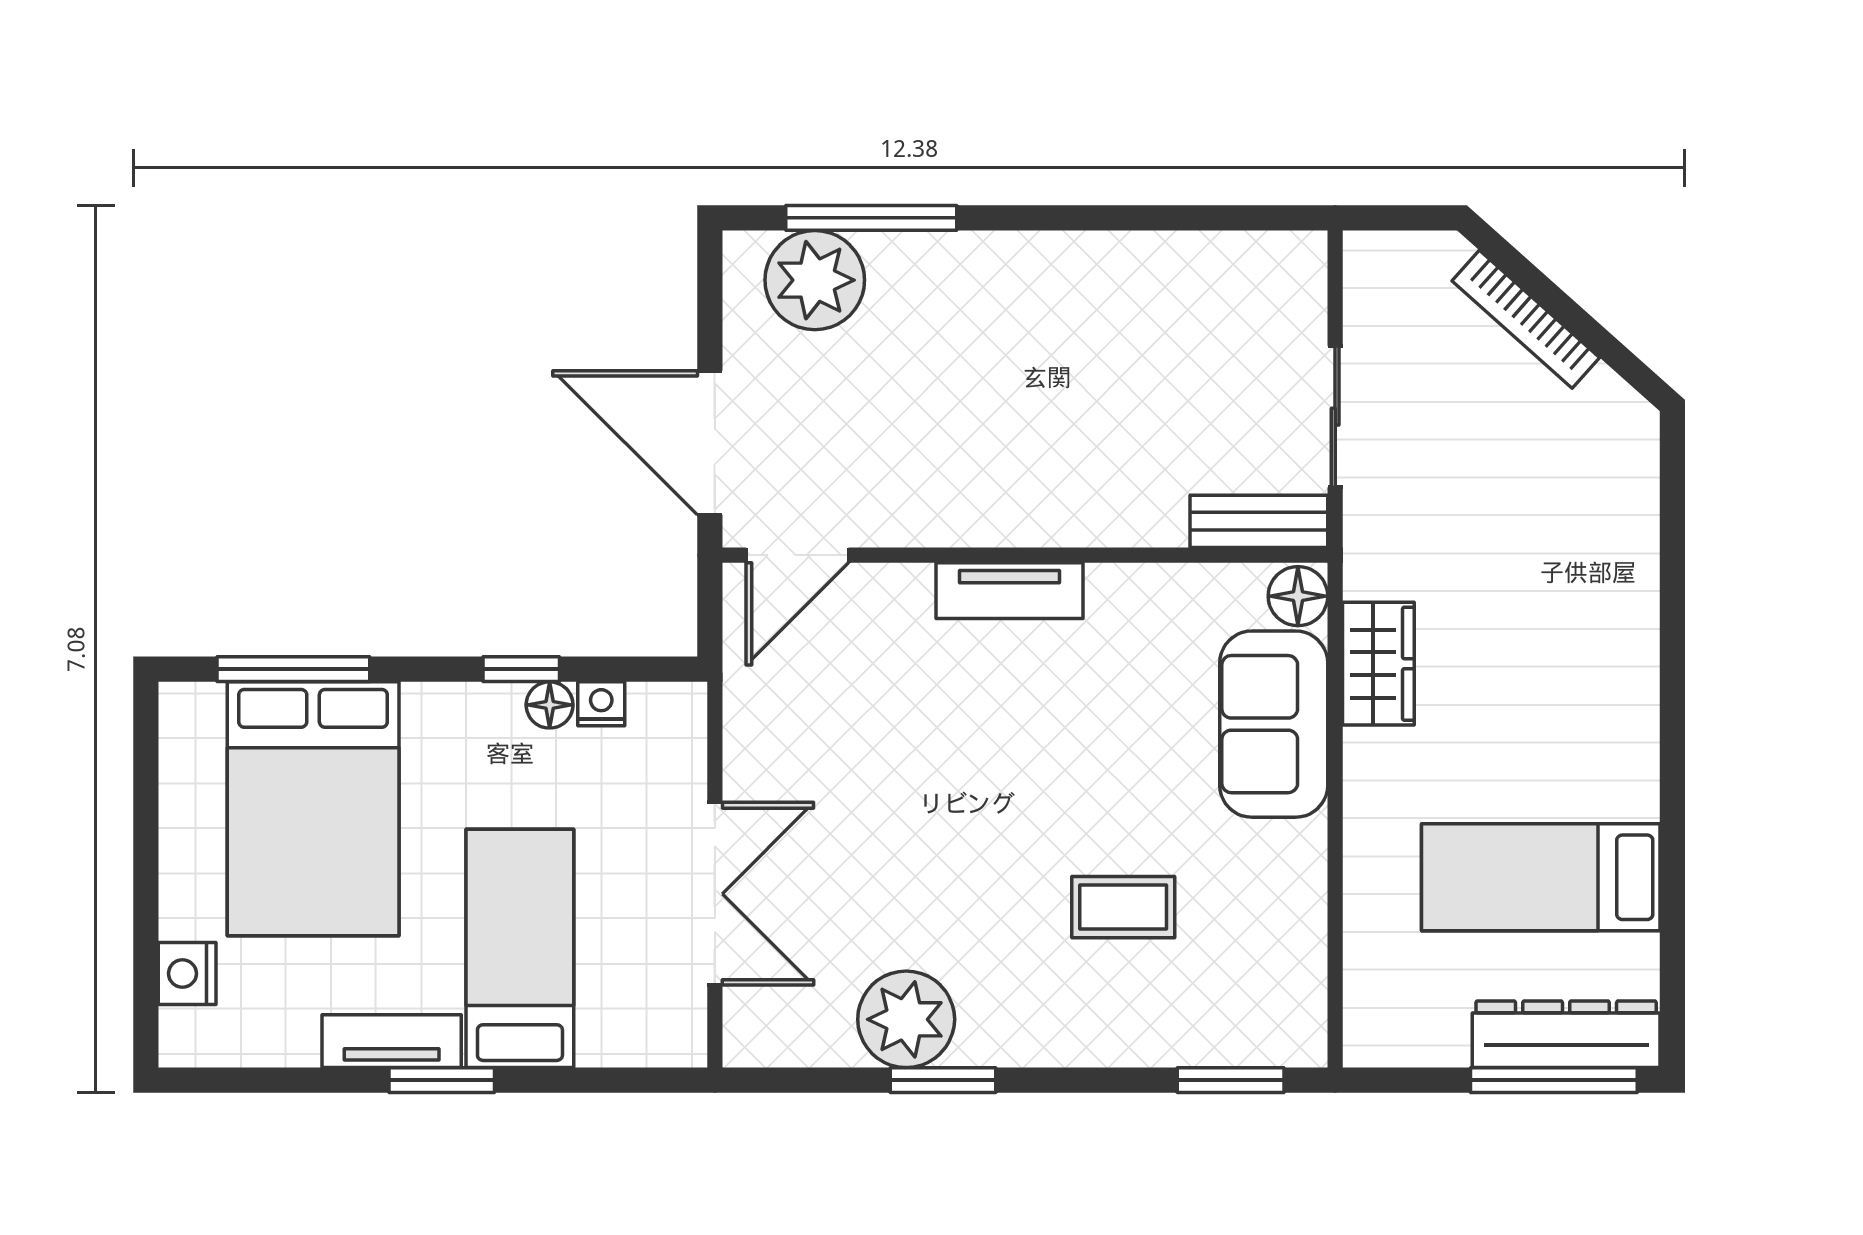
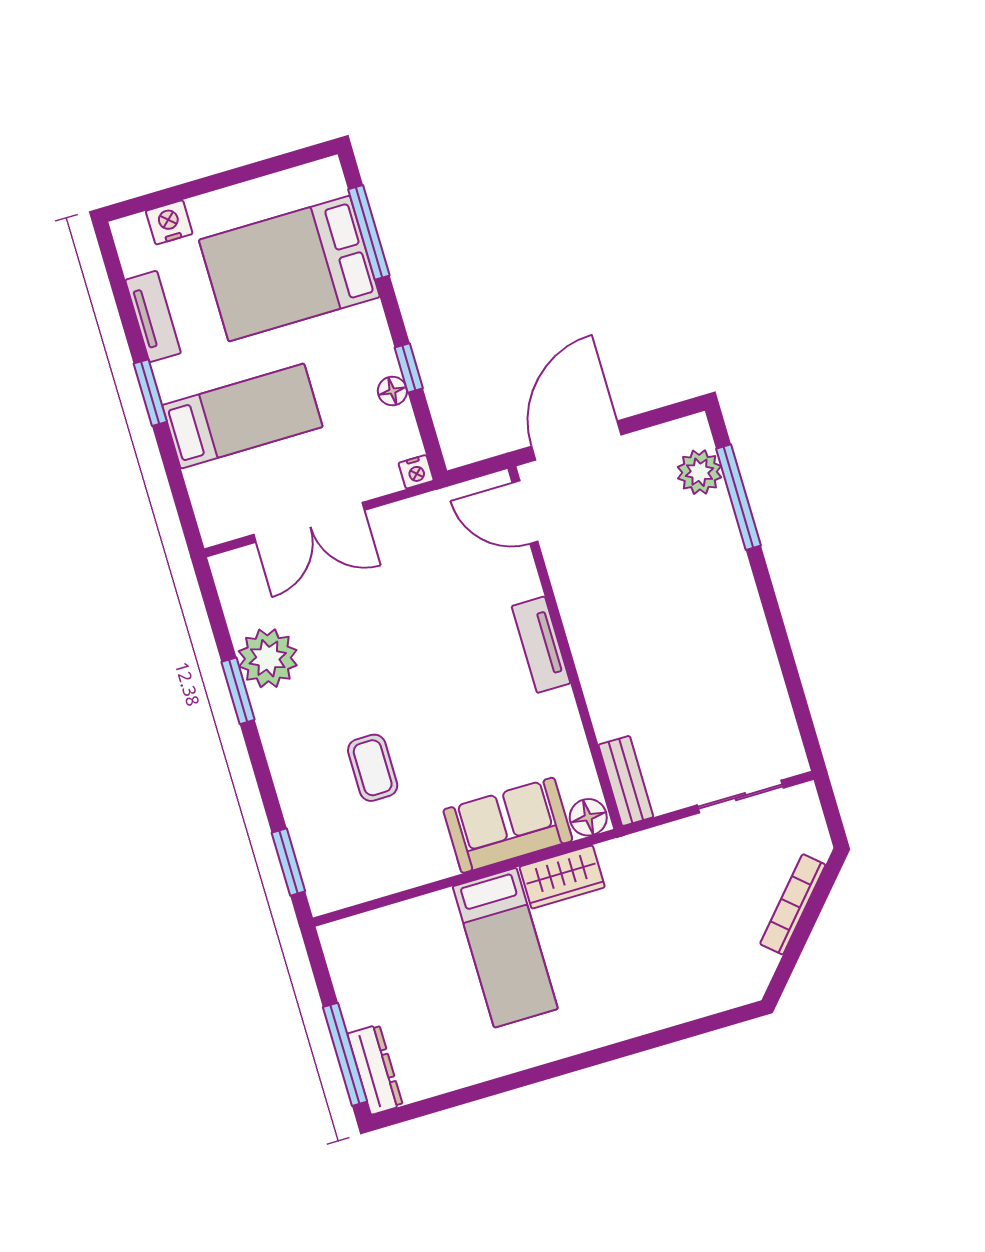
plant: (815, 280) -> (699, 472), width x0.73, depth x0.73
sliding door: (1335, 417) -> (740, 797), moved
nightstand: (601, 704) -> (416, 472), moved, turned 90
bed: (1541, 877) -> (505, 948), moved, turned 180
dresser: (1566, 1034) -> (375, 1070), width x0.73, depth x0.80
tv unit: (392, 1041) -> (153, 316), moved

